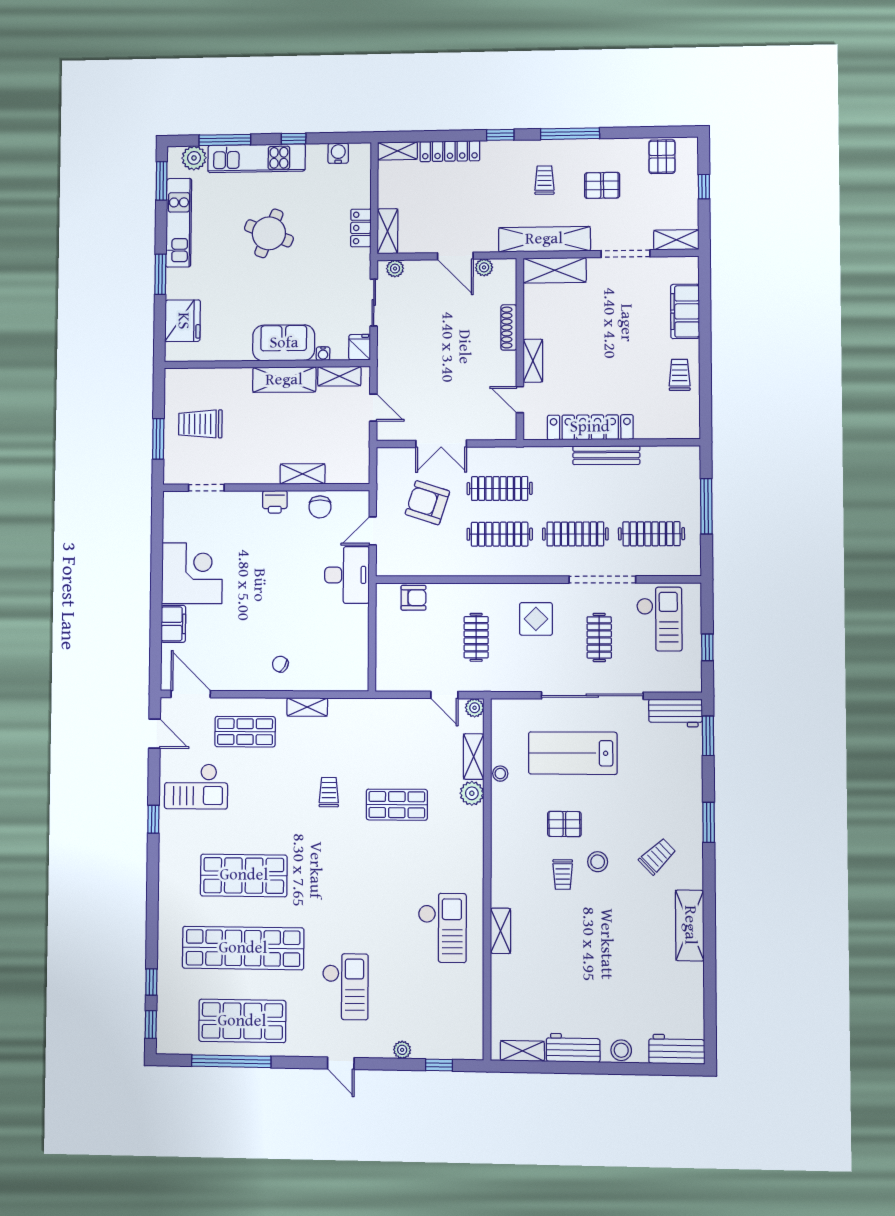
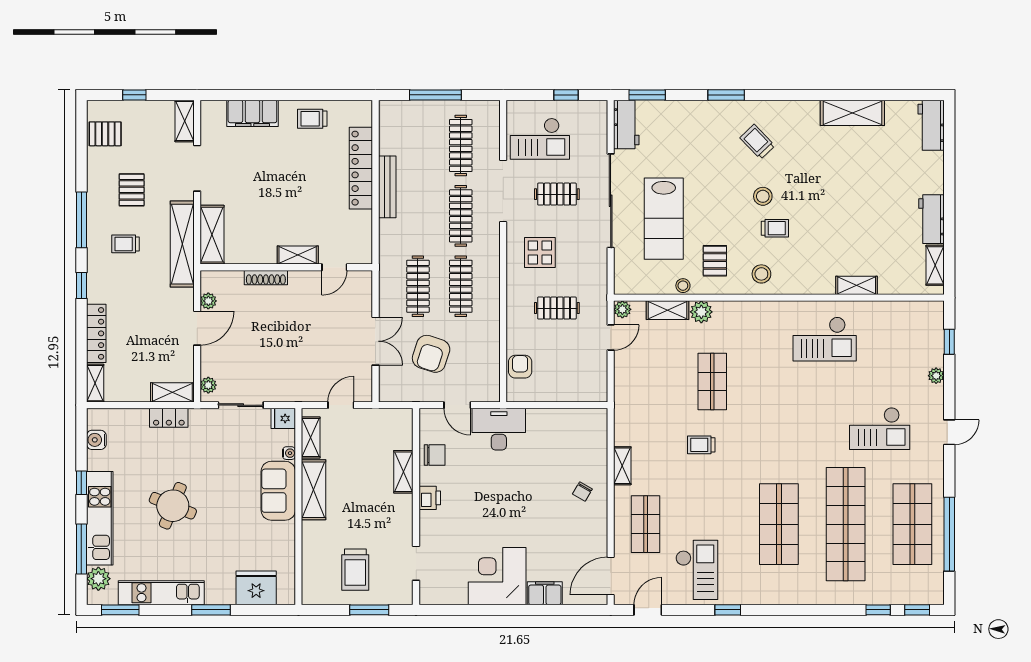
locker: (590, 427) -> (361, 168), moved
checkout: (659, 619) -> (540, 139), turned 180
pallet: (564, 824) -> (715, 261), moved
shelving: (690, 925) -> (852, 113), moved
checkout: (442, 928) -> (825, 339), turned 180
shelving: (500, 931) -> (857, 285), moved
checkout: (345, 987) -> (880, 429), turned 180
stool: (621, 1050) -> (761, 274), moved

